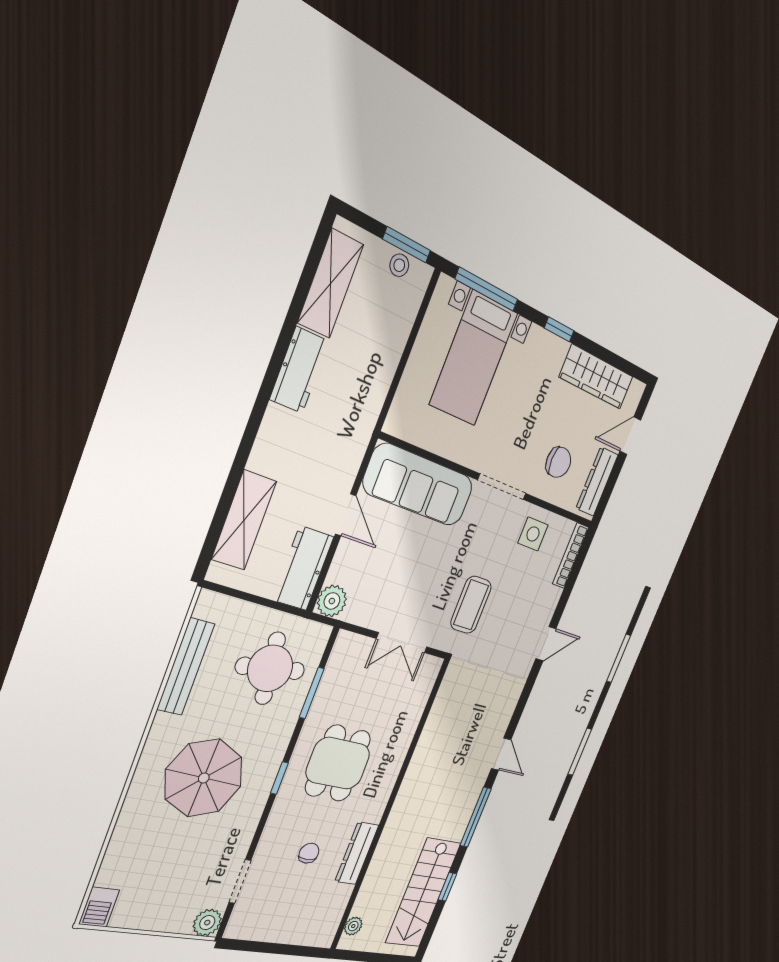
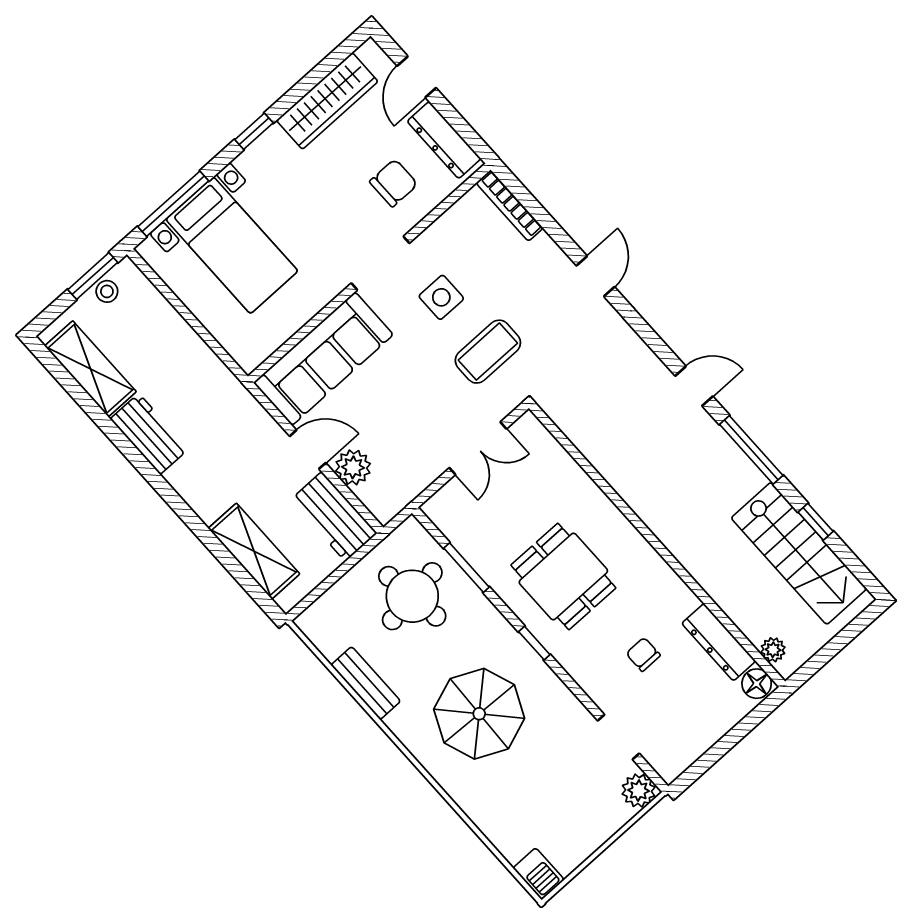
side table: (533, 534) -> (441, 297), moved
plant: (332, 601) -> (353, 467), moved
coffee table: (471, 605) -> (488, 352), turned 90
bench: (186, 667) -> (366, 683), width x0.73
dresser: (357, 853) -> (719, 642), moved
floor lamp: (325, 934) -> (757, 684), added

